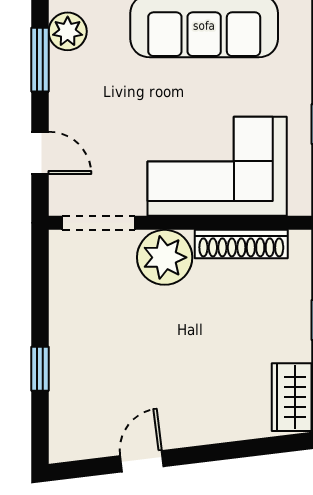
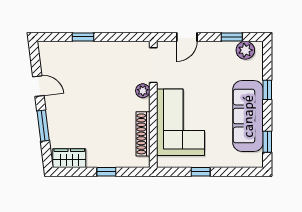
window: (40, 60) -> (232, 37), width x0.67
plant: (165, 257) -> (143, 91), width x0.53, depth x0.53
window: (224, 451) -> (43, 126), added

